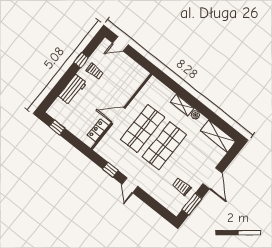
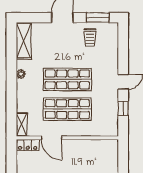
shelving: (182, 105) -> (22, 125), moved
door: (118, 115) -> (51, 138), moved
locker: (98, 130) -> (28, 145), moved

